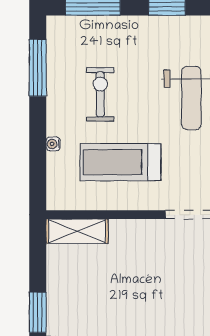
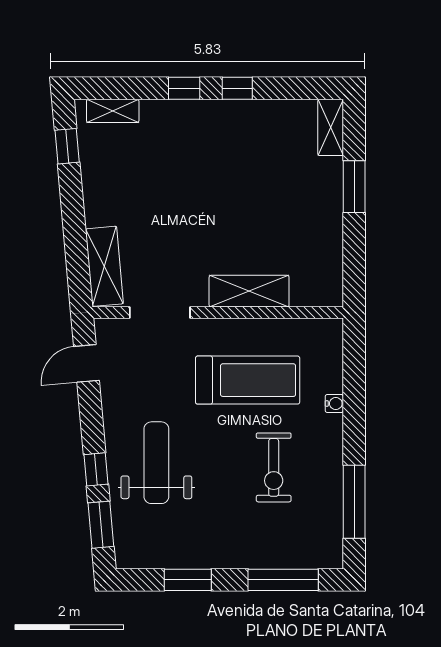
shelving: (77, 231) -> (249, 291), moved

